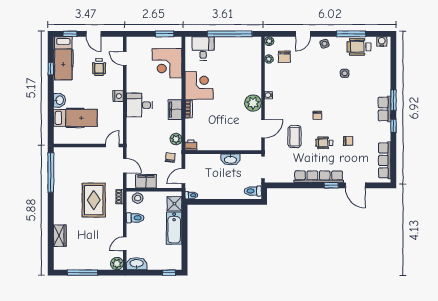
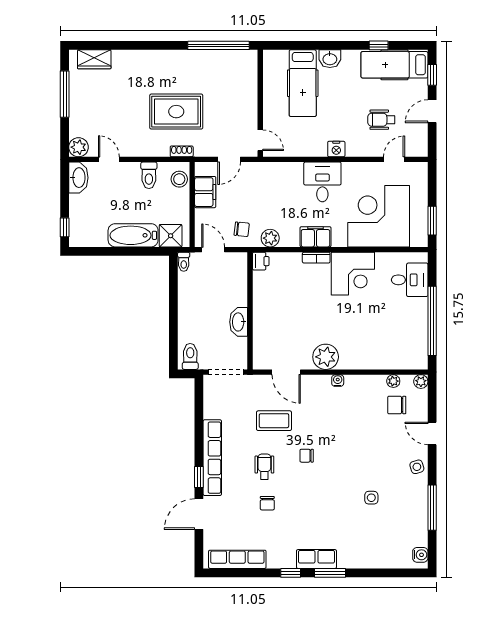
wheelchair: (359, 47) -> (412, 520), removed
corner desk: (167, 63) -> (379, 216), width x1.36, depth x1.36
wardrobe: (60, 236) -> (94, 59), moved

